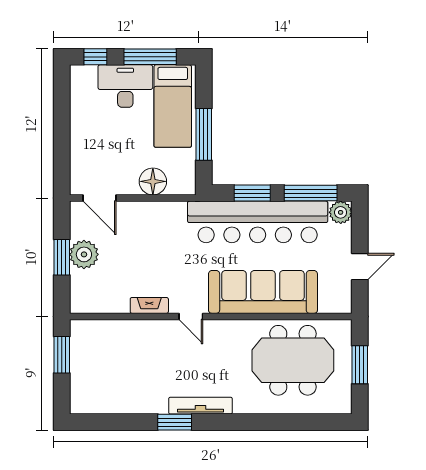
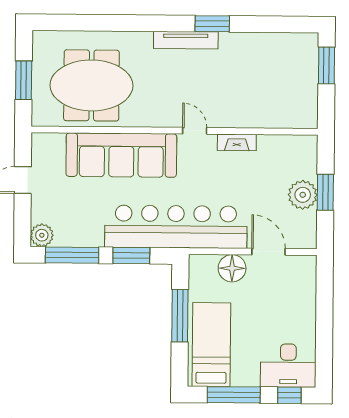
desk: (125, 86) -> (288, 366), moved
door: (100, 198) -> (268, 252), moved
bar counter: (258, 222) -> (176, 227), moved
window: (62, 355) -> (326, 65), moved

